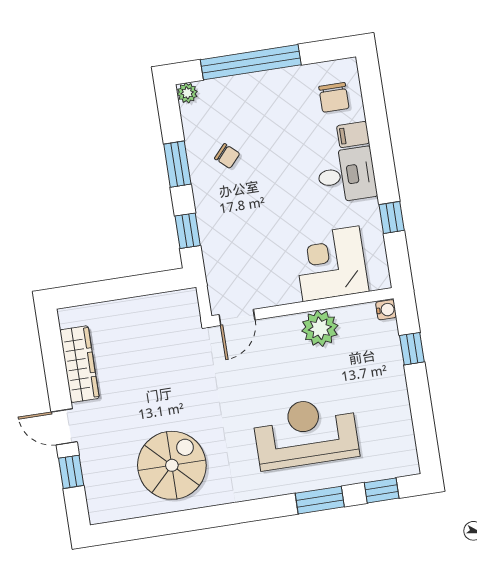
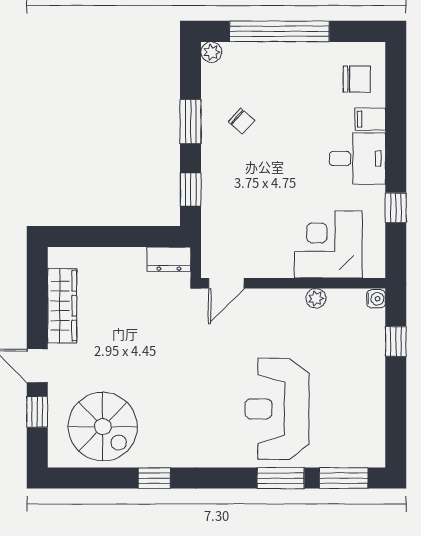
chair: (334, 97) -> (357, 79), turned -90
dresser: (177, 302) -> (169, 259), added
plant: (320, 328) -> (316, 298), width x0.53, depth x0.53
reception desk: (306, 433) -> (277, 409), turned -90
spiral stairs: (172, 465) -> (103, 427), moved, turned 90
window: (382, 490) -> (344, 478), width x1.50
window: (196, 519) -> (154, 478), added

